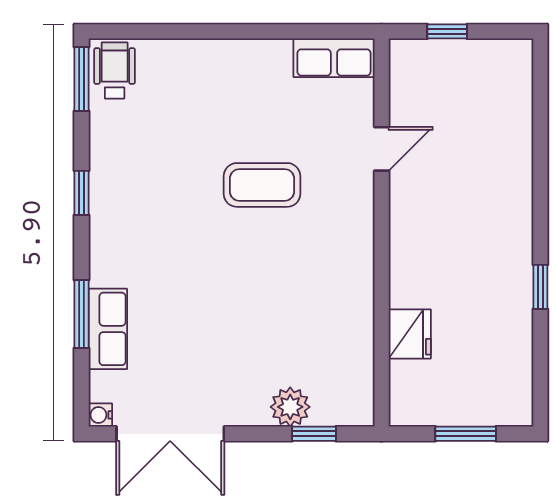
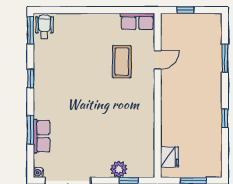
window: (540, 145) -> (225, 58), added
coffee table: (262, 185) -> (122, 62), moved, turned 90
fridge: (410, 334) -> (169, 157), moved

